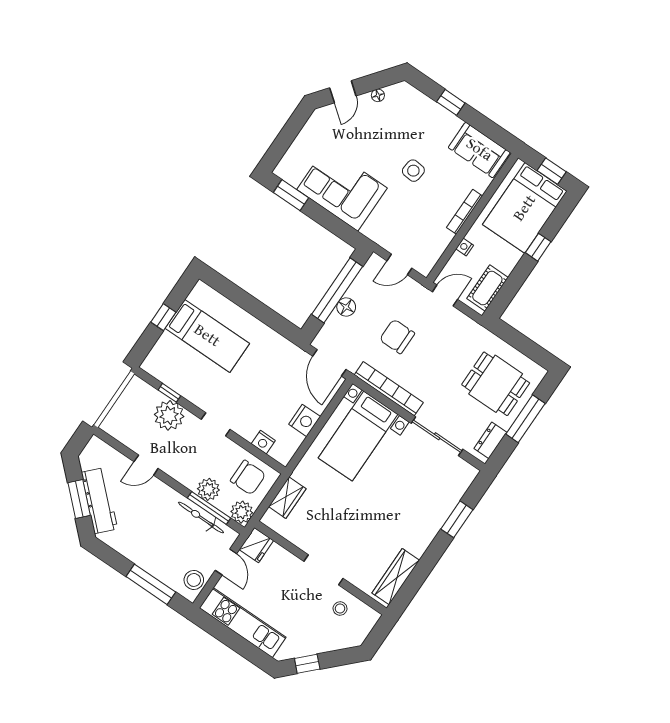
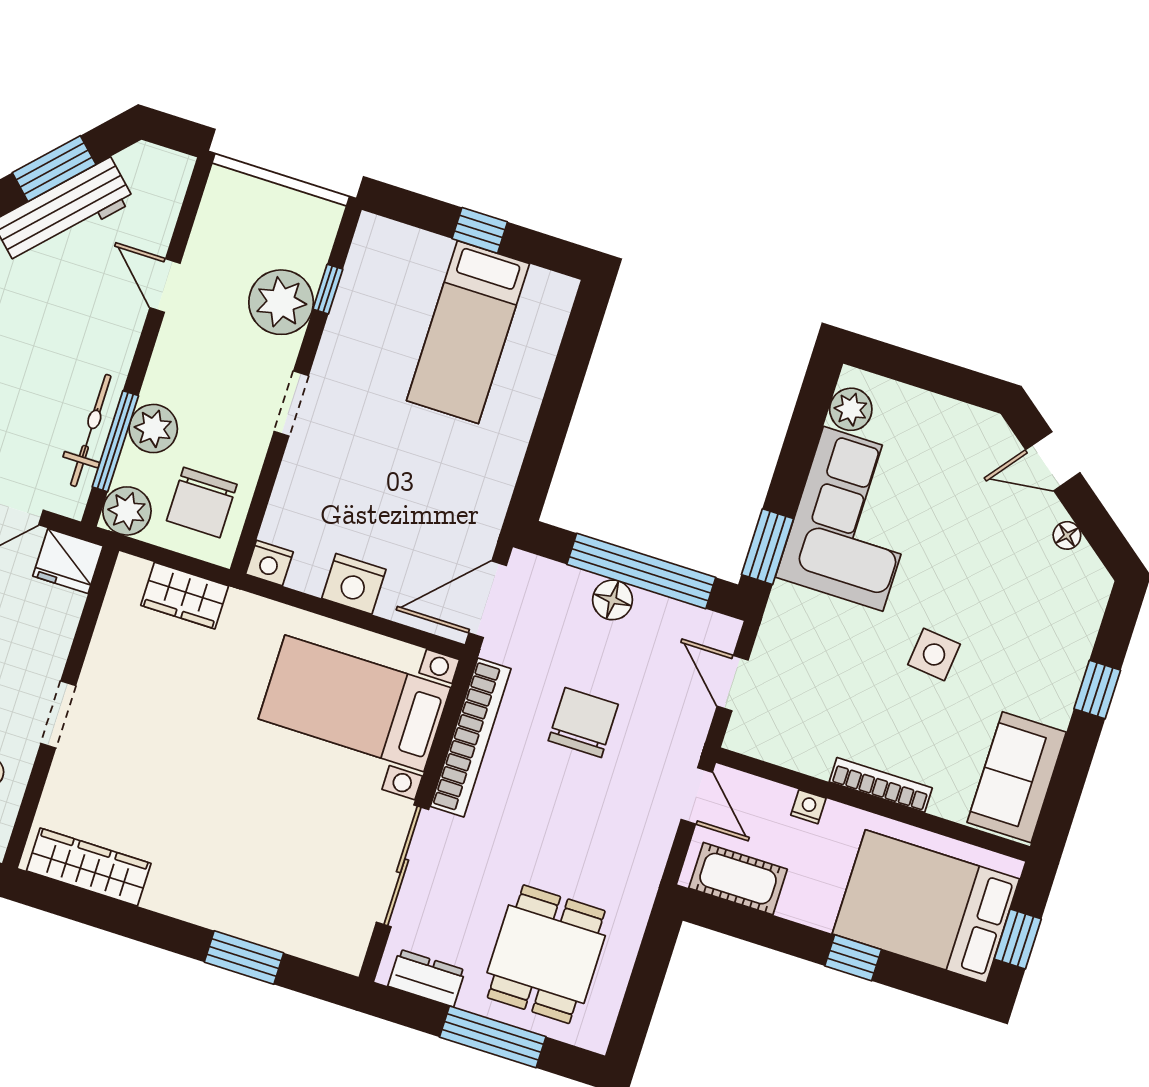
plant: (293, 175) -> (851, 409), added
window: (291, 195) -> (768, 547), moved
nightstand: (263, 442) -> (269, 563), moved, turned -90
doorway: (324, 570) -> (58, 714), width x0.73

